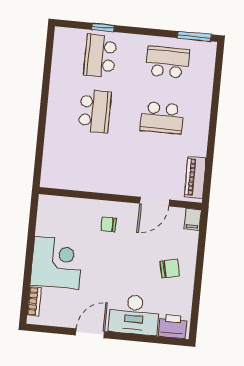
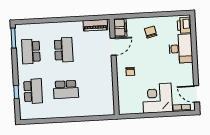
school desk: (100, 56) -> (33, 91), turned -90
school desk: (95, 111) -> (66, 89), turned 180
door: (155, 202) -> (113, 47), hinge flipped
filing cabinet: (193, 219) -> (120, 28), width x2.00
door: (90, 333) -> (197, 94), moved

